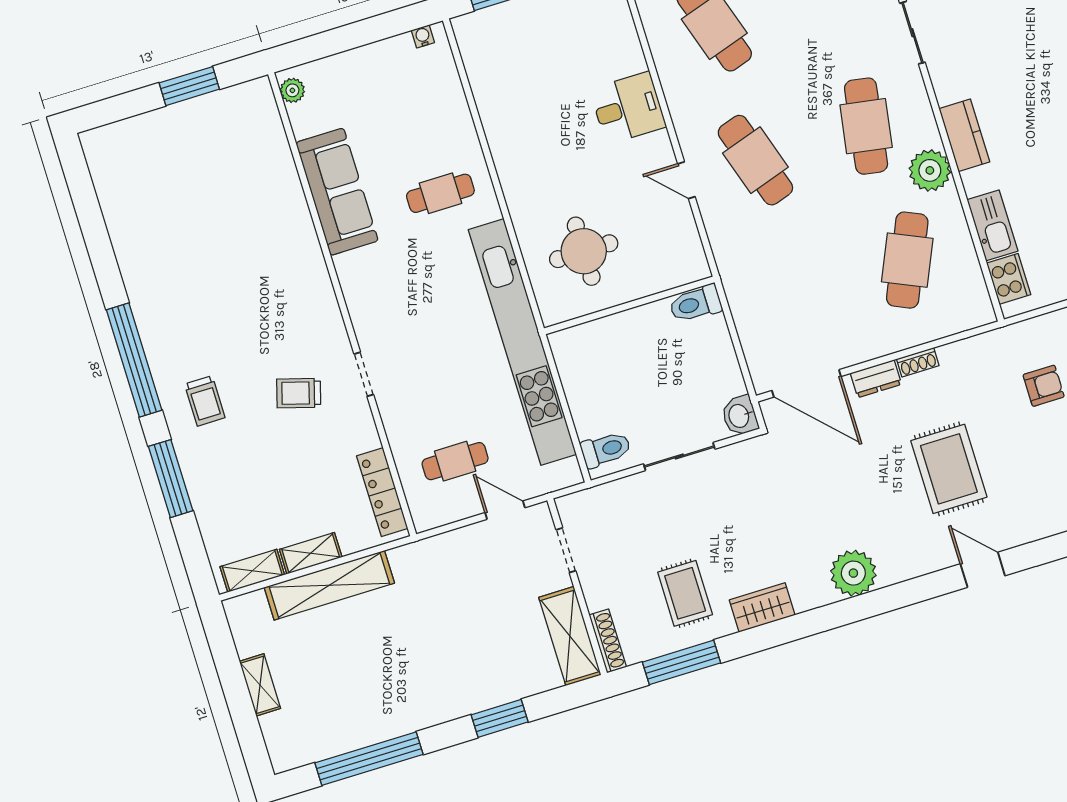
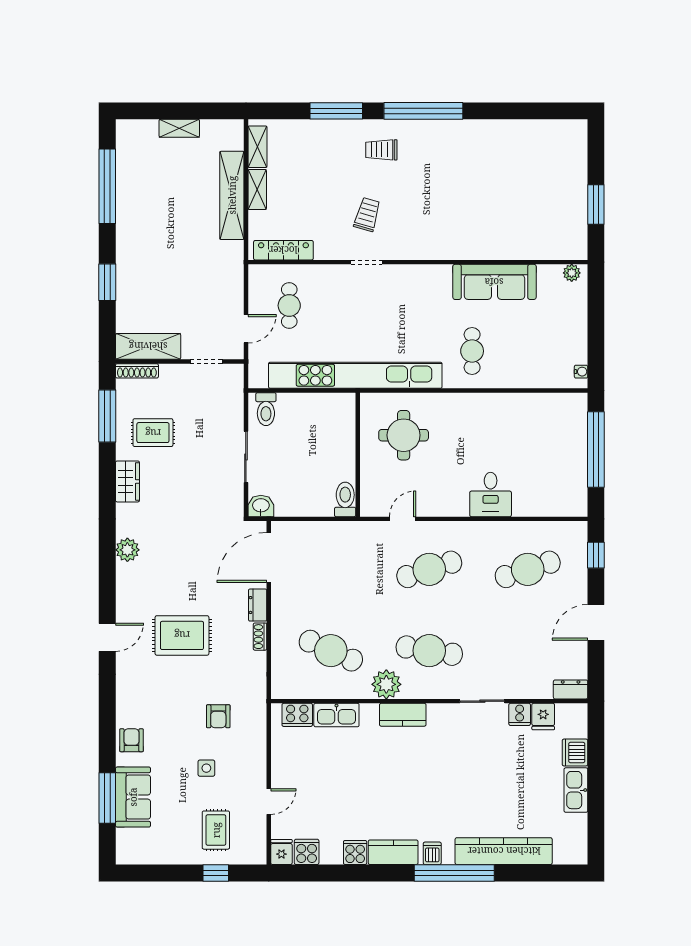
door: (686, 180) -> (403, 519), moved
plant: (853, 573) -> (127, 550), width x0.73, depth x0.73

